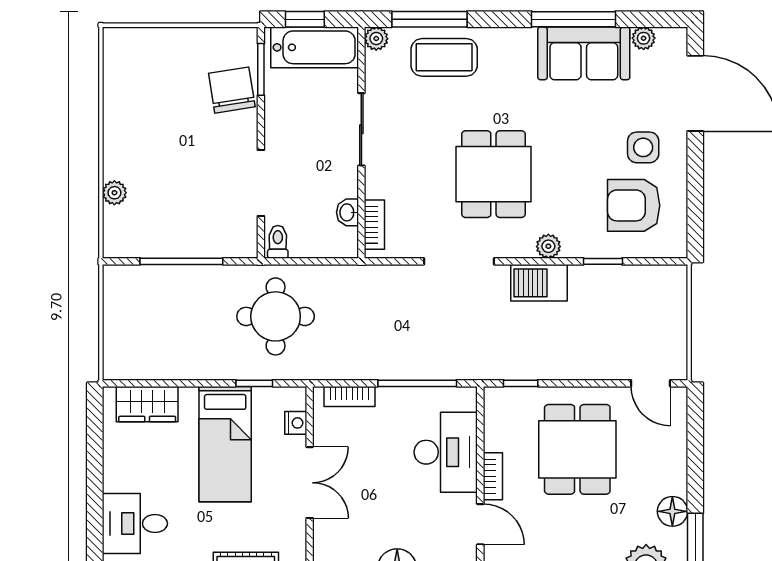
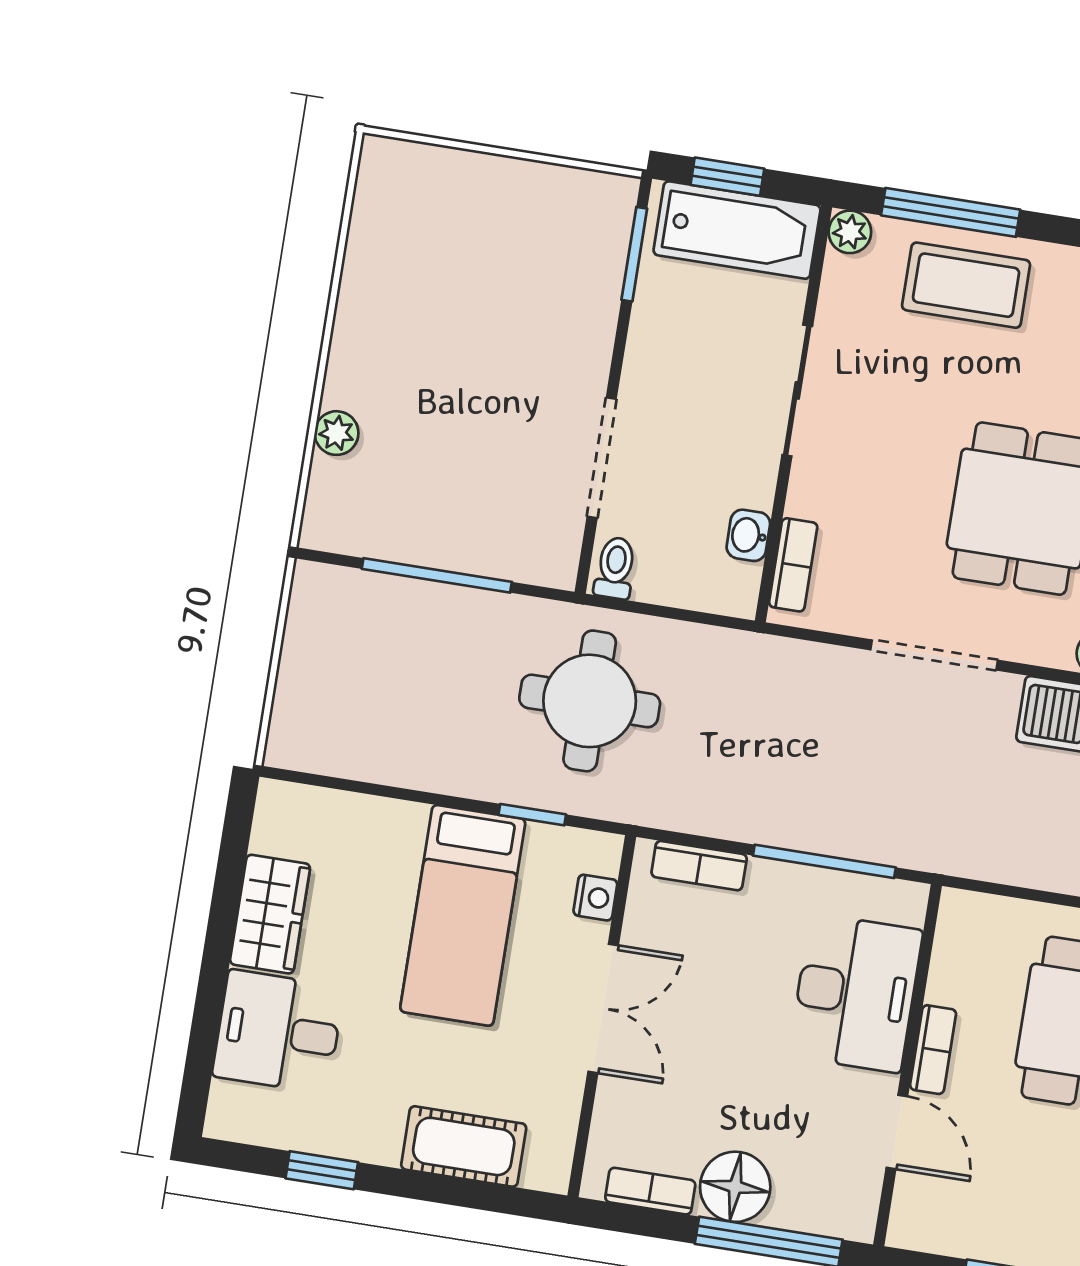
chair: (232, 90) -> (576, 283), removed
window: (521, 383) -> (1010, 891), removed
wardrobe: (147, 404) -> (270, 914), moved, turned -90

